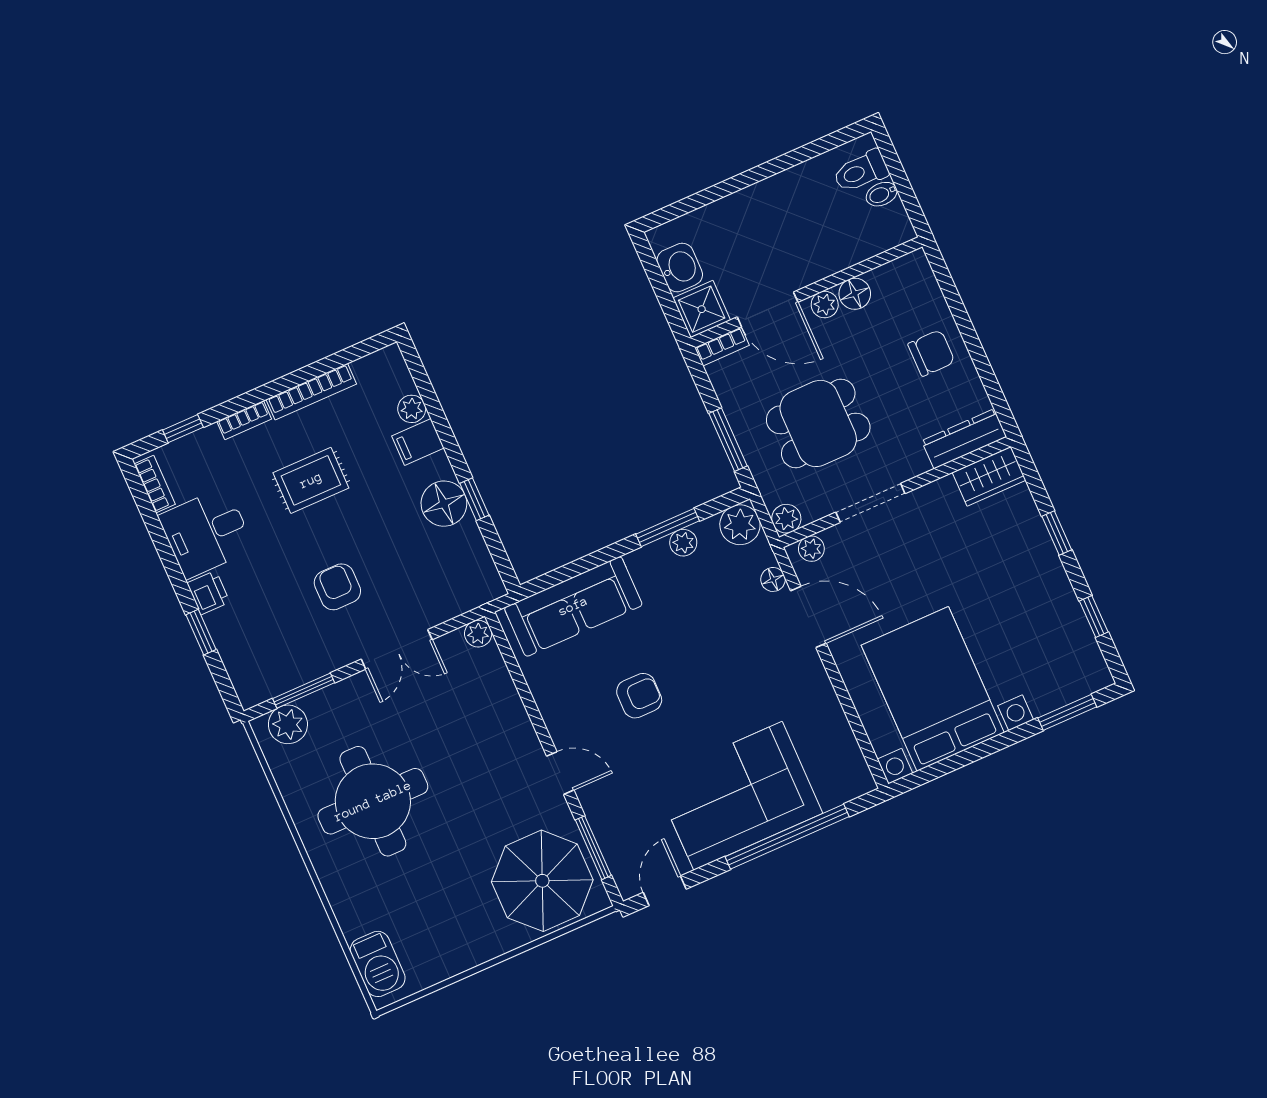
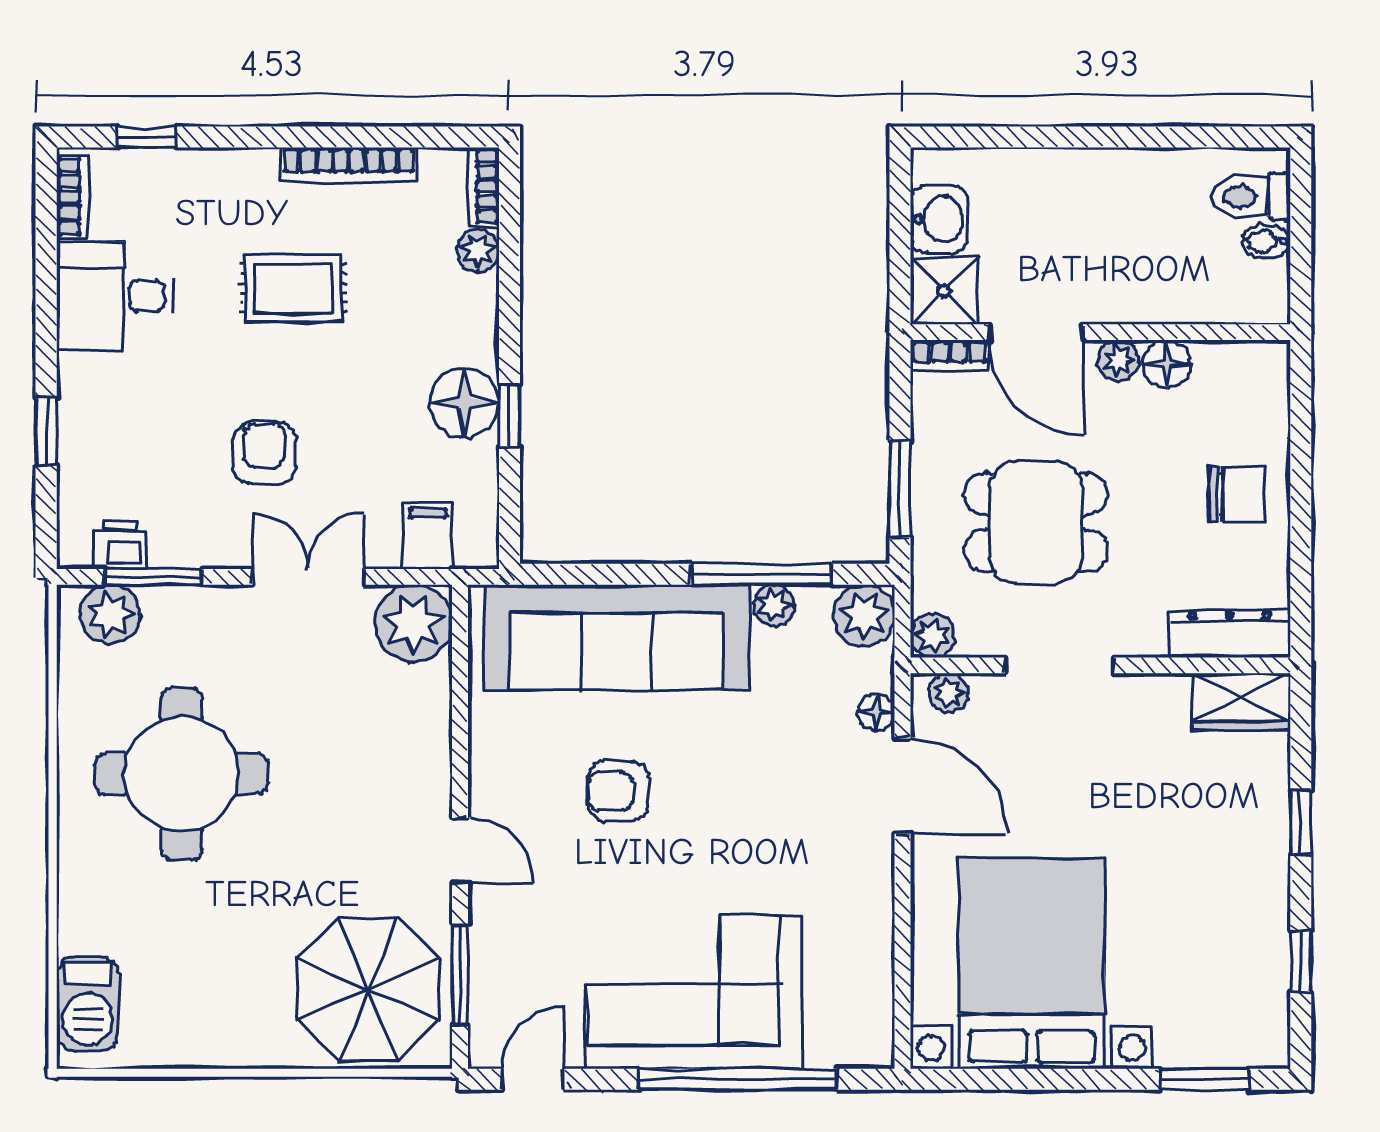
bookcase: (244, 420) -> (483, 186), moved, turned 90
filing cabinet: (418, 442) -> (428, 536), moved, turned 90
window: (668, 527) -> (762, 574), width x1.44
printer: (208, 593) -> (120, 545), moved, turned -90
sofa: (573, 606) -> (616, 637), width x1.36, depth x1.27
plant: (478, 634) -> (414, 623), width x1.88, depth x1.88
double door: (397, 649) -> (308, 577), swing flipped
armchair: (639, 696) -> (618, 791), turned 180

